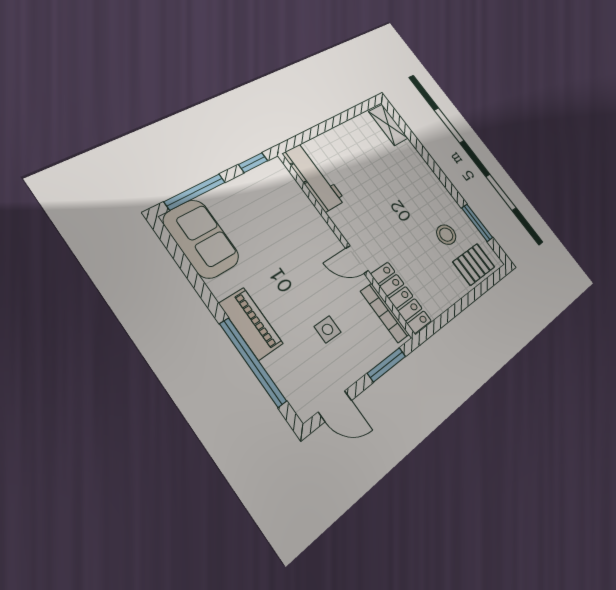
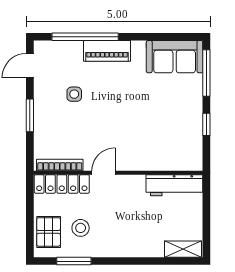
workbench: (314, 177) -> (174, 185), moved
wall: (345, 244) -> (118, 173), moved
door: (357, 260) -> (103, 173), moved
locker: (401, 297) -> (62, 184), moved
bookcase: (385, 313) -> (60, 165), moved

